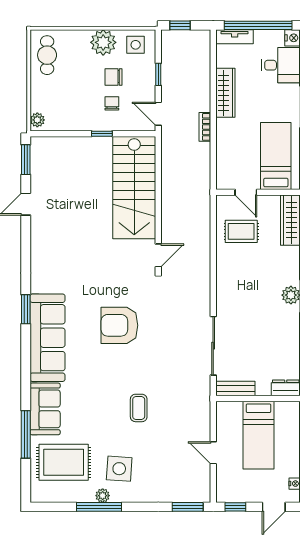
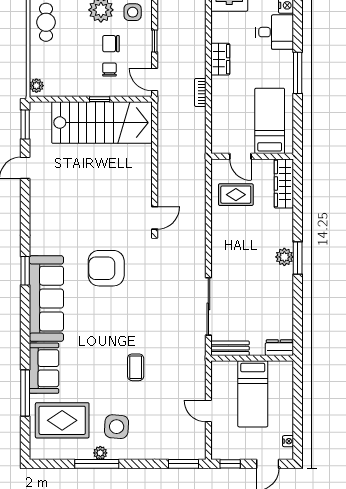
wardrobe: (225, 93) -> (220, 59), width x0.67
stairs: (134, 188) -> (102, 123), moved, turned -90
armchair: (119, 325) -> (106, 268), moved

